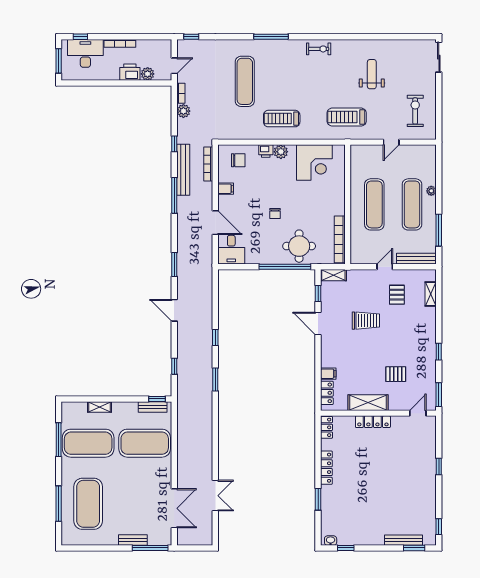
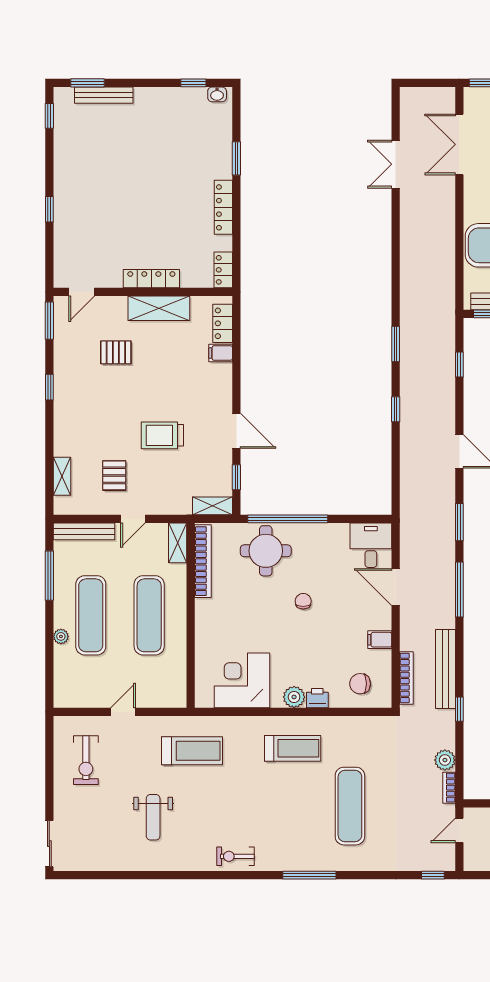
window: (174, 195) -> (459, 590), moved
shelving: (356, 251) -> (178, 543), added

